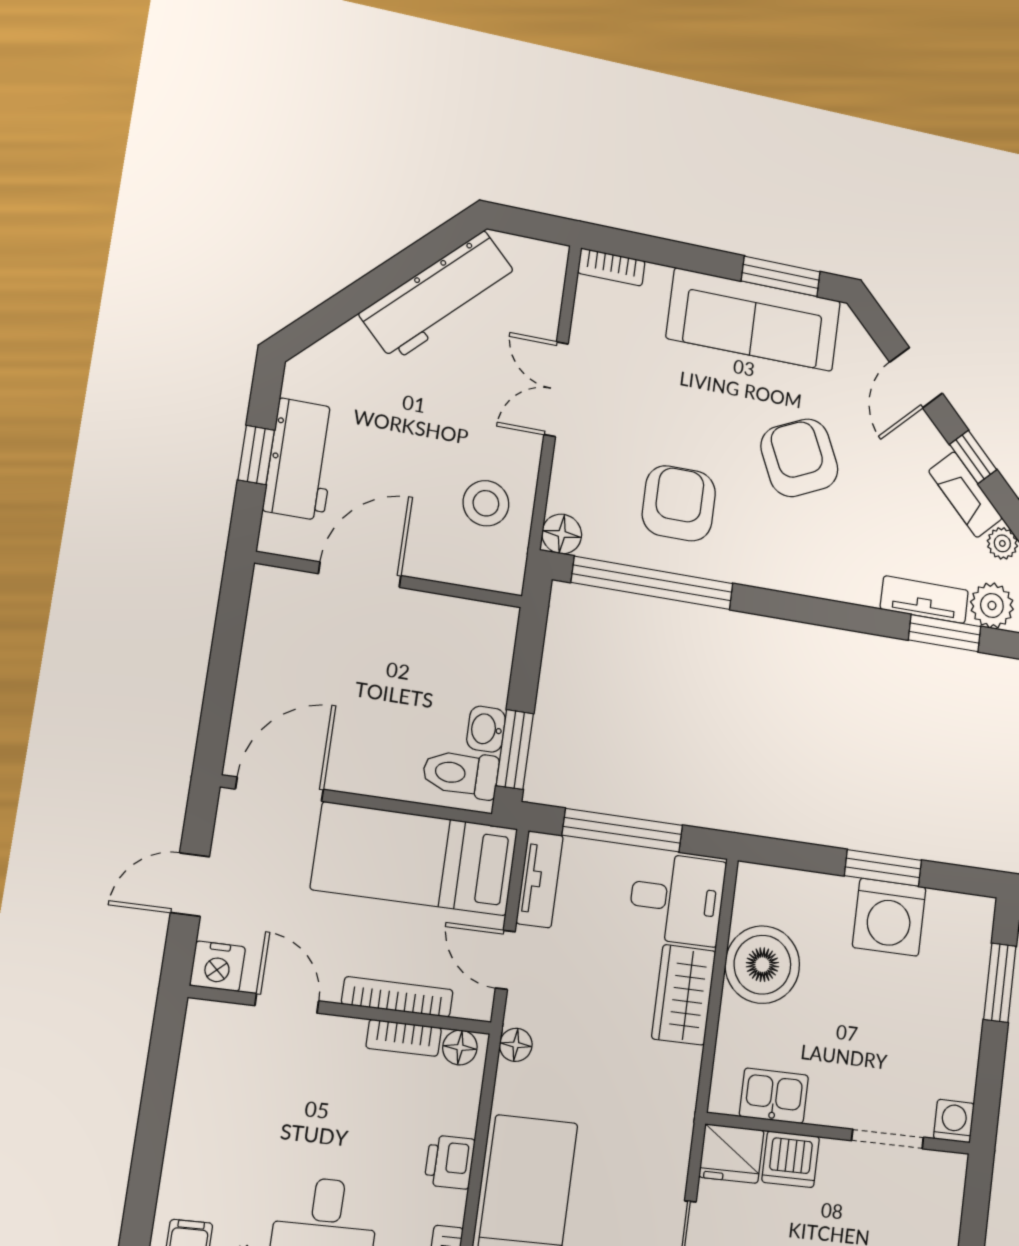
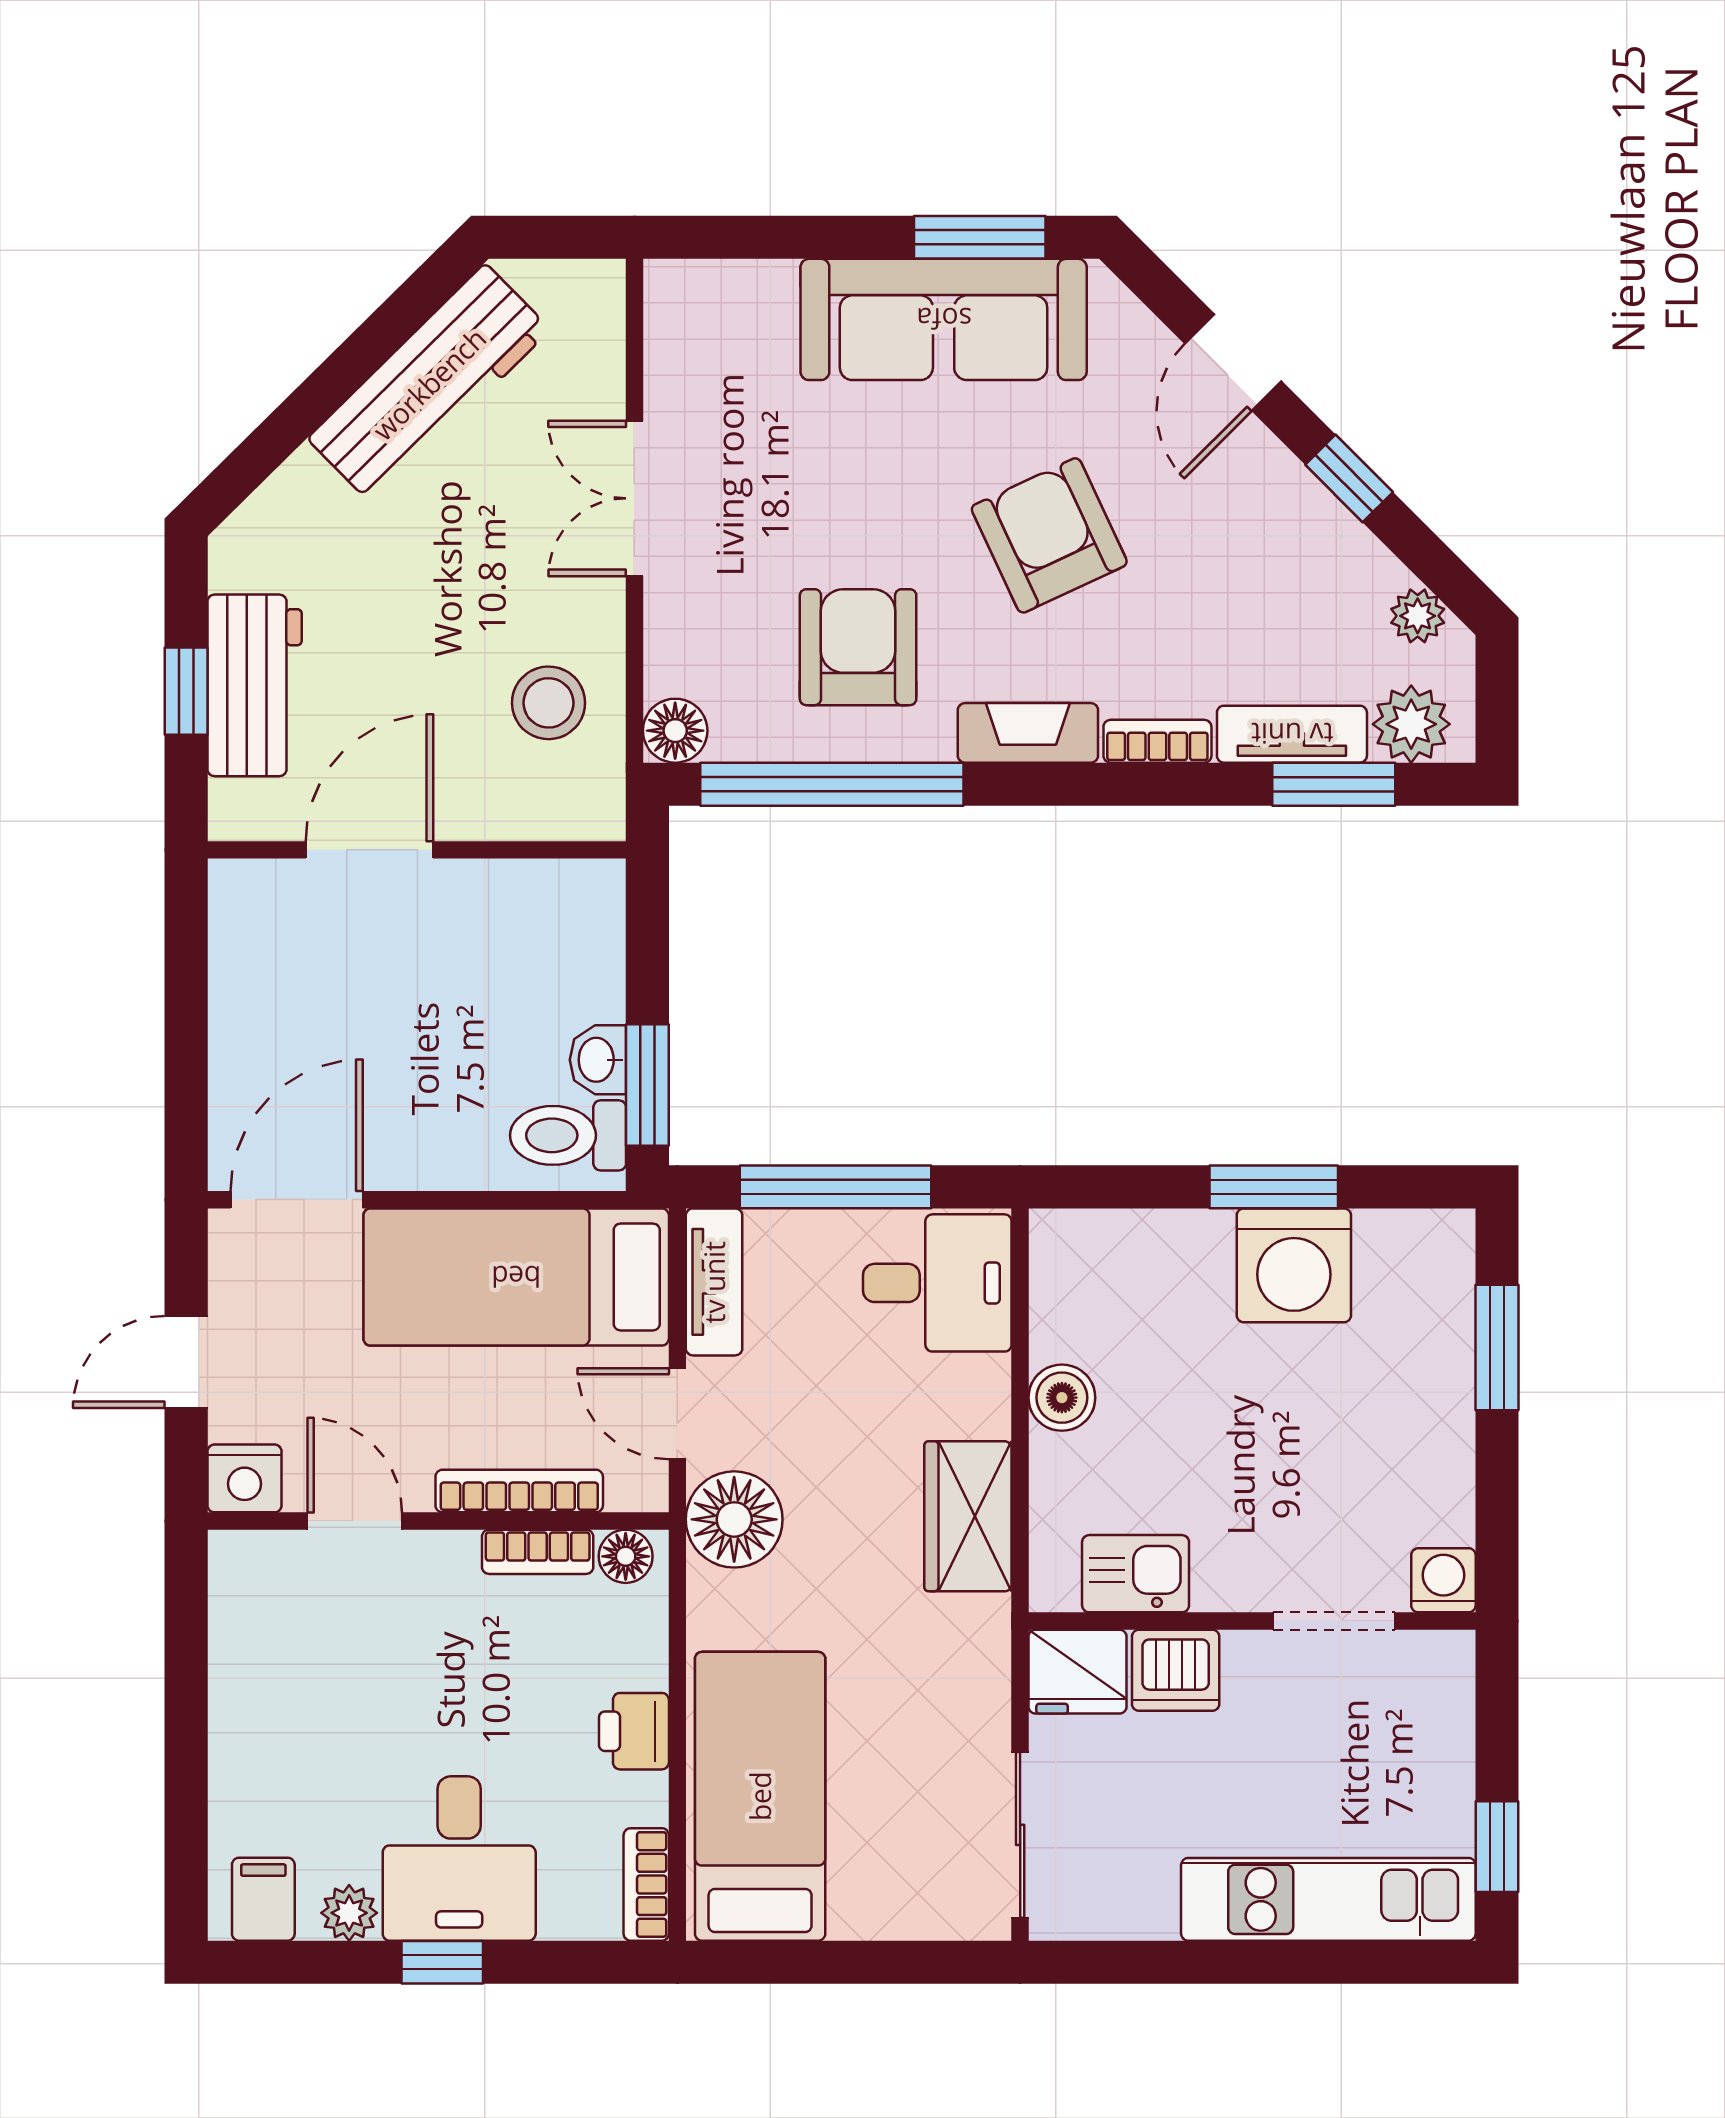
bookcase: (611, 267) -> (1157, 741), moved, turned 180
fireplace: (965, 495) -> (1028, 733), moved, turned 135
boiler: (762, 965) -> (1062, 1398), width x0.54, depth x0.54
wardrobe: (684, 995) -> (968, 1516), moved
floor lamp: (516, 1045) -> (734, 1519), width x1.89, depth x1.89

